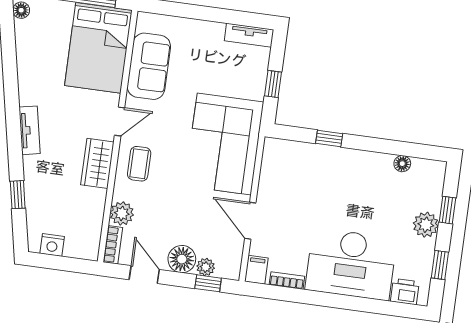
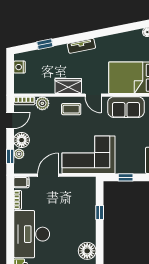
floor lamp: (402, 164) -> (87, 251), width x1.89, depth x1.89

